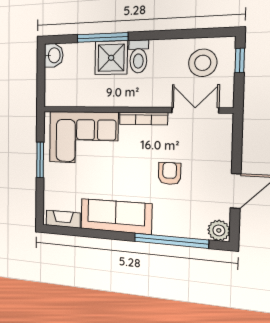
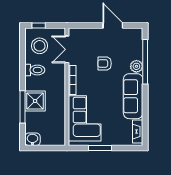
toilet: (138, 56) -> (35, 70), moved
plant: (219, 230) -> (136, 66), moved

